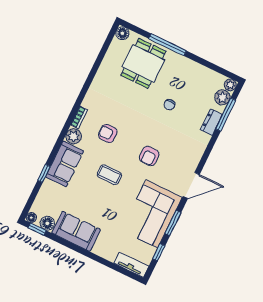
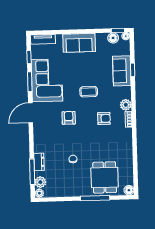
sofa: (65, 164) -> (122, 71), moved
sofa: (76, 231) -> (79, 43), moved

